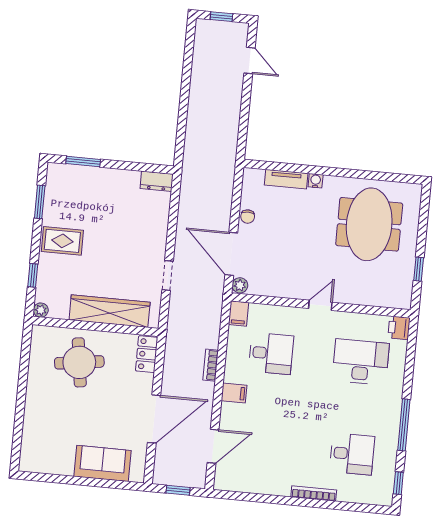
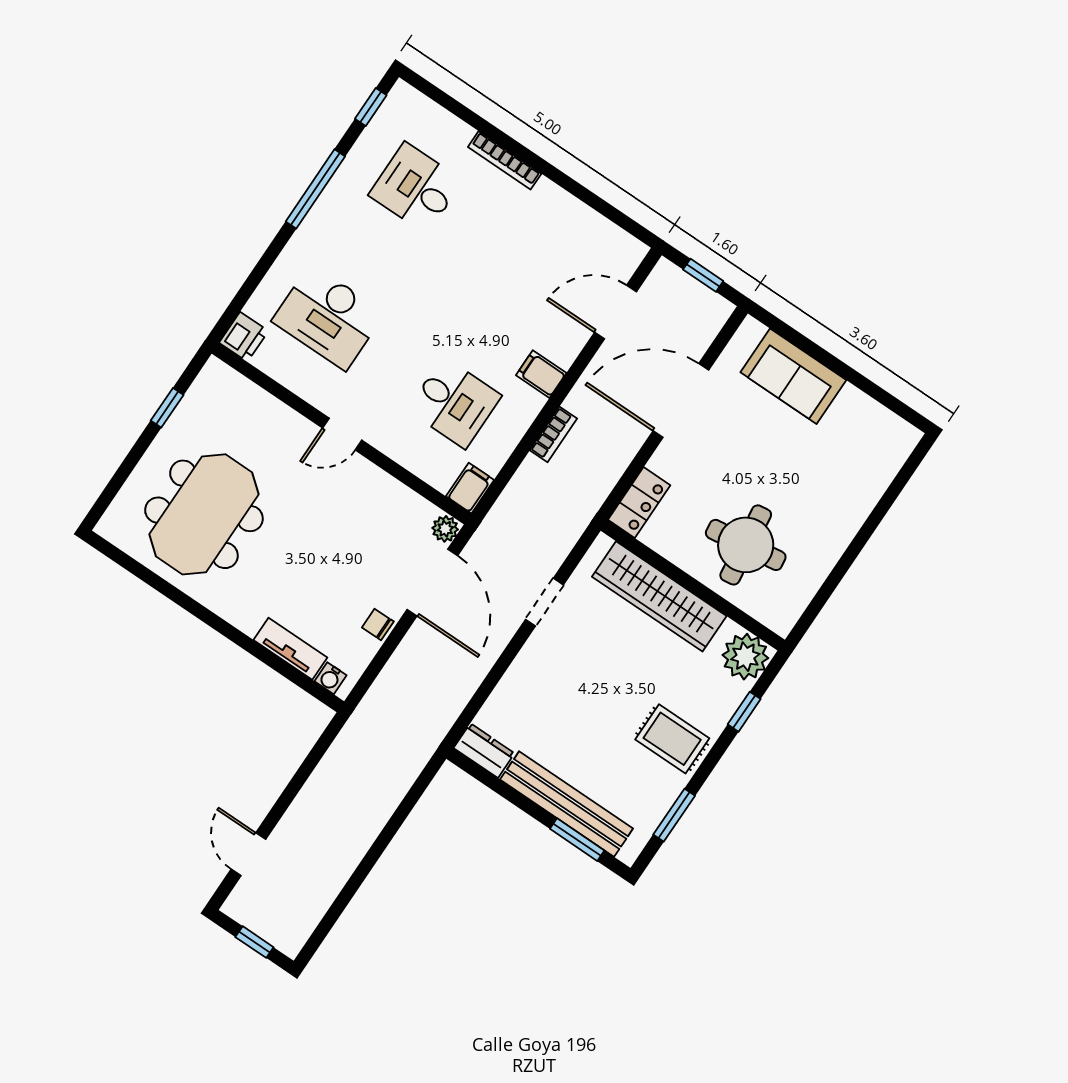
bench: (99, 177) -> (567, 804), added
water cooler: (316, 181) -> (330, 678), moved
chair: (248, 217) -> (378, 625), turned -90
plant: (41, 310) -> (745, 657), width x1.88, depth x1.88
desk: (271, 353) -> (454, 403), turned 180

